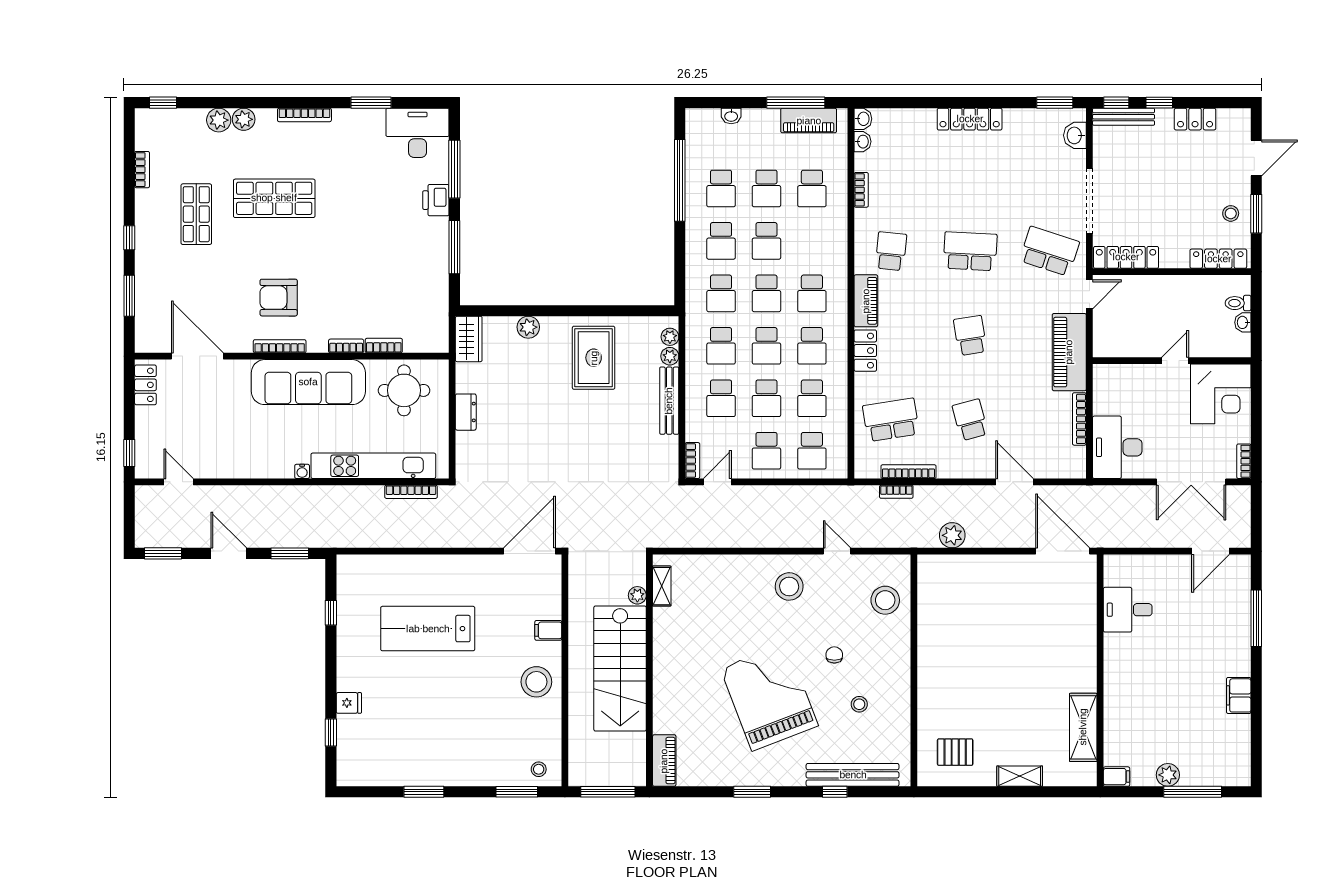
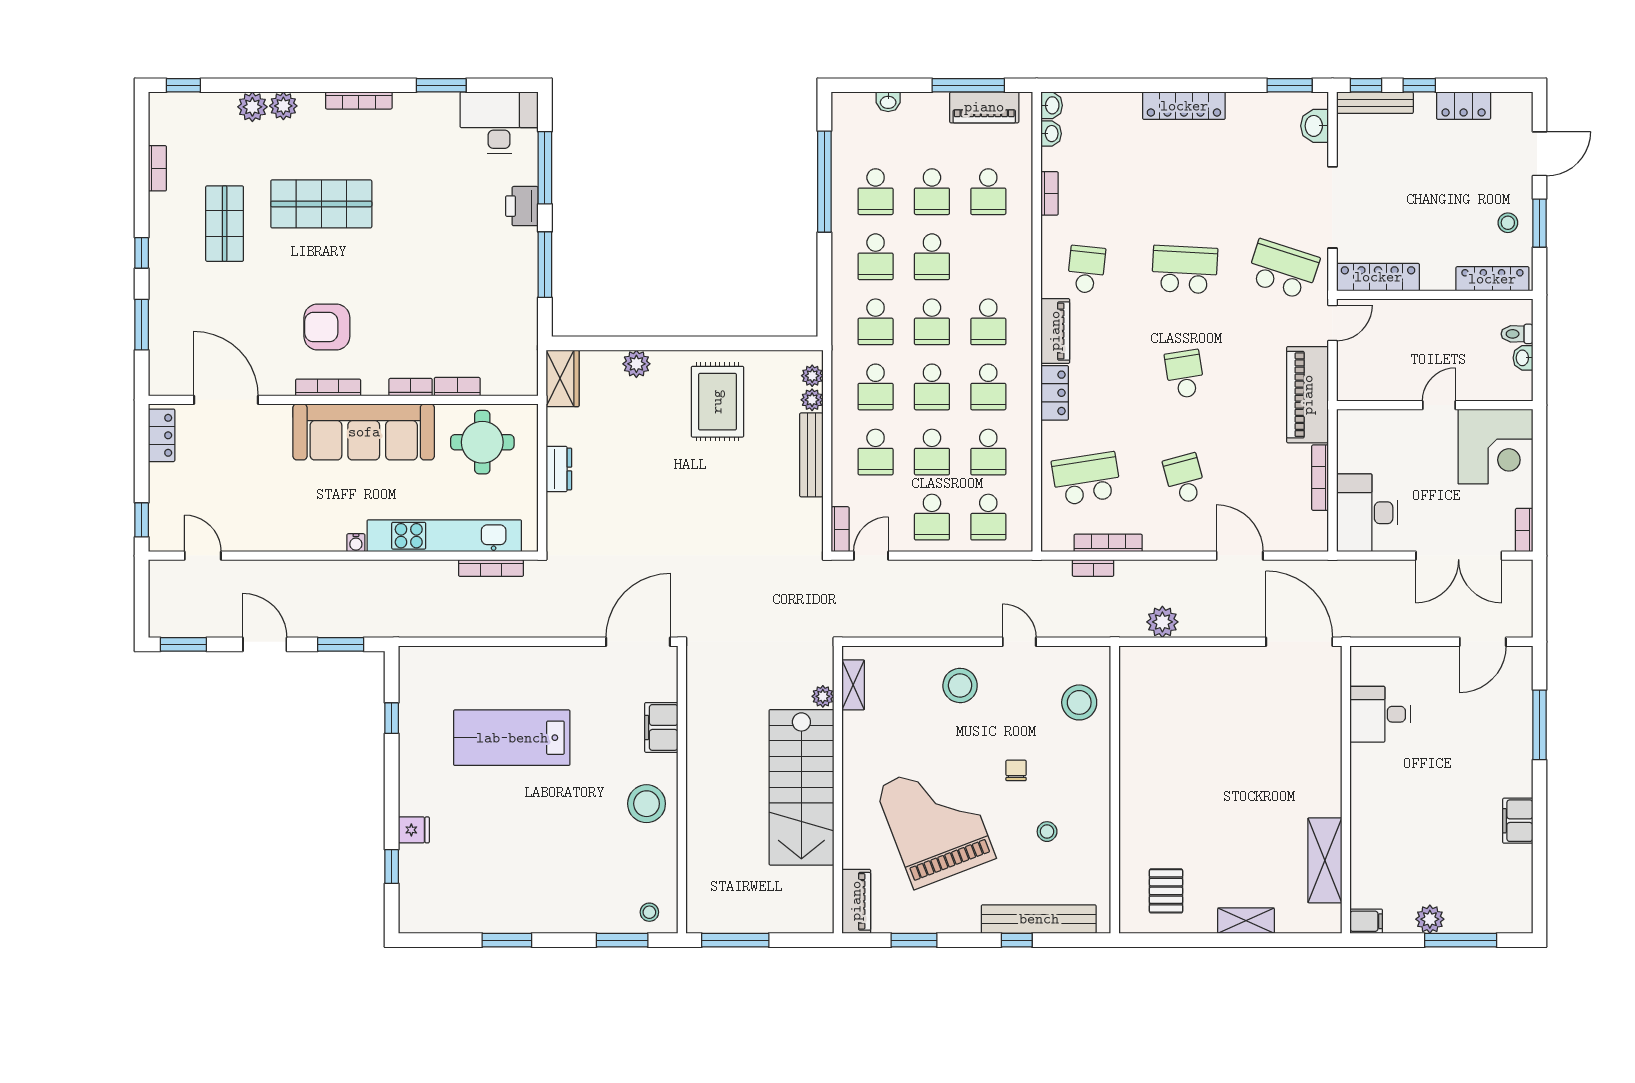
shelving: (662, 586) -> (853, 685), moved
plant: (637, 595) -> (823, 696), moved
filing cabinet: (548, 630) -> (661, 727), width x2.00
stairs: (620, 669) -> (801, 787), moved
wall: (649, 670) -> (838, 790), moved
pallet: (955, 752) -> (1166, 891), turned 90
piano: (664, 761) -> (856, 901), moved

